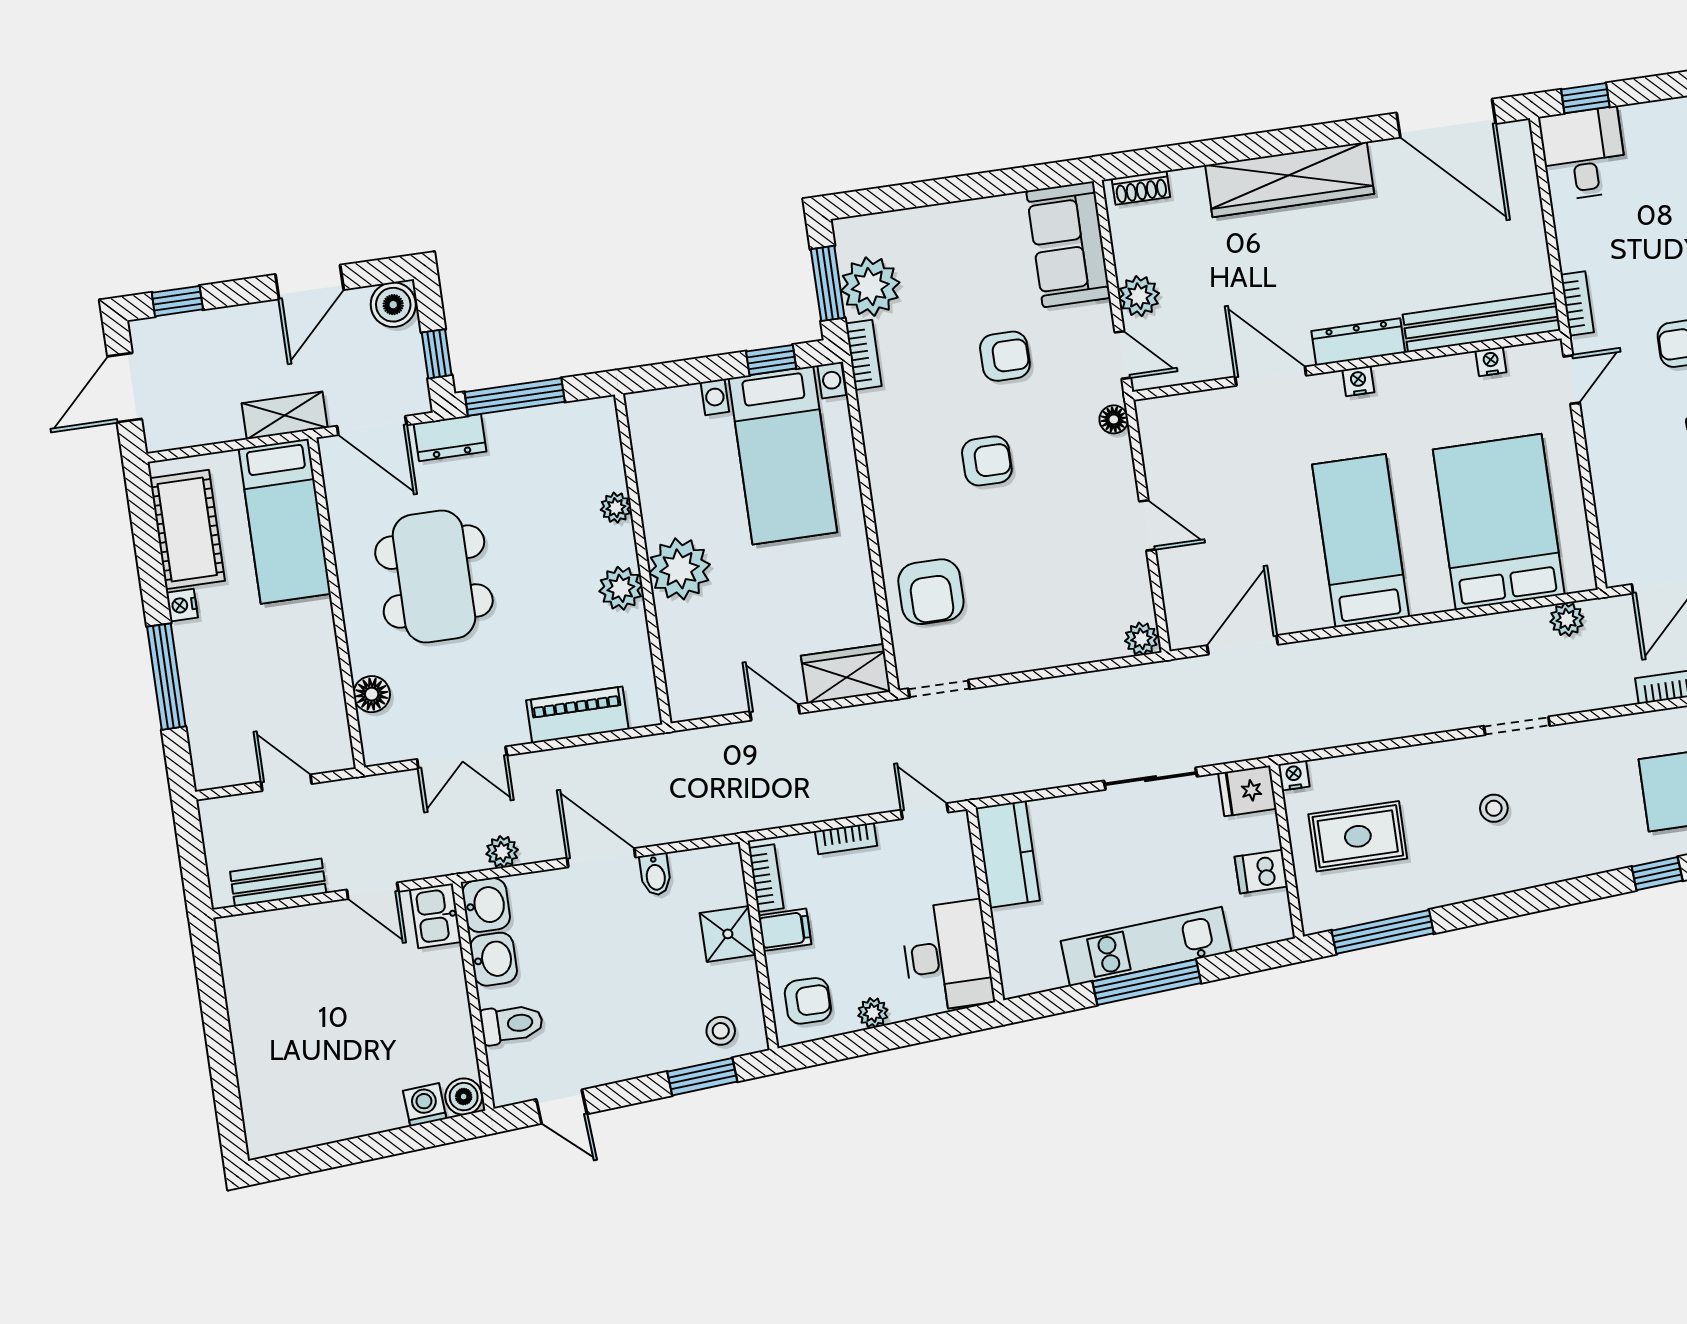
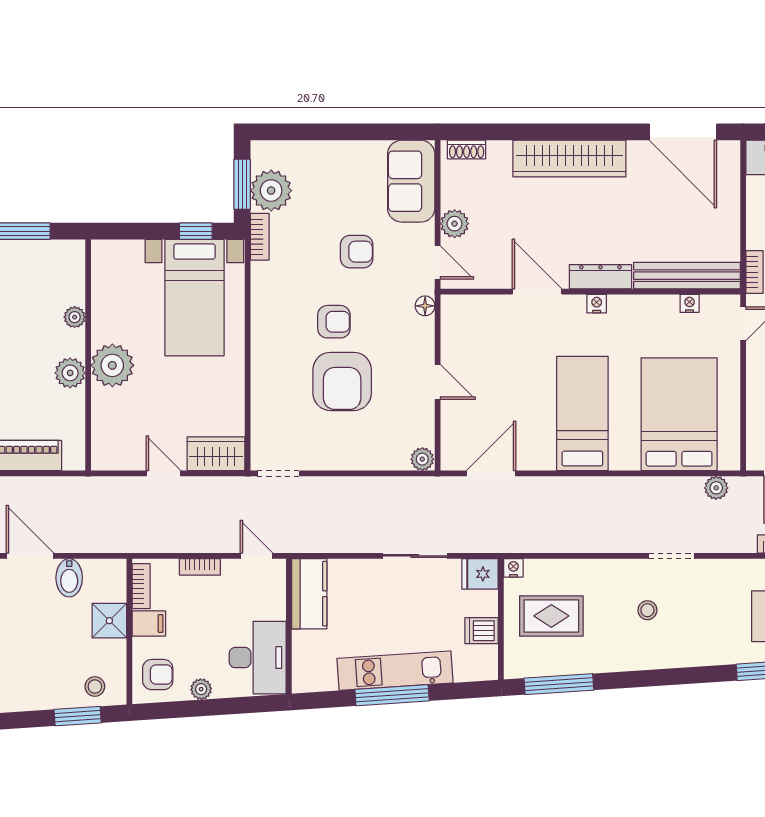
armchair: (931, 592) -> (342, 381), moved, width x1.36, depth x1.36
bidet: (655, 874) -> (69, 578), width x1.38, depth x1.36

